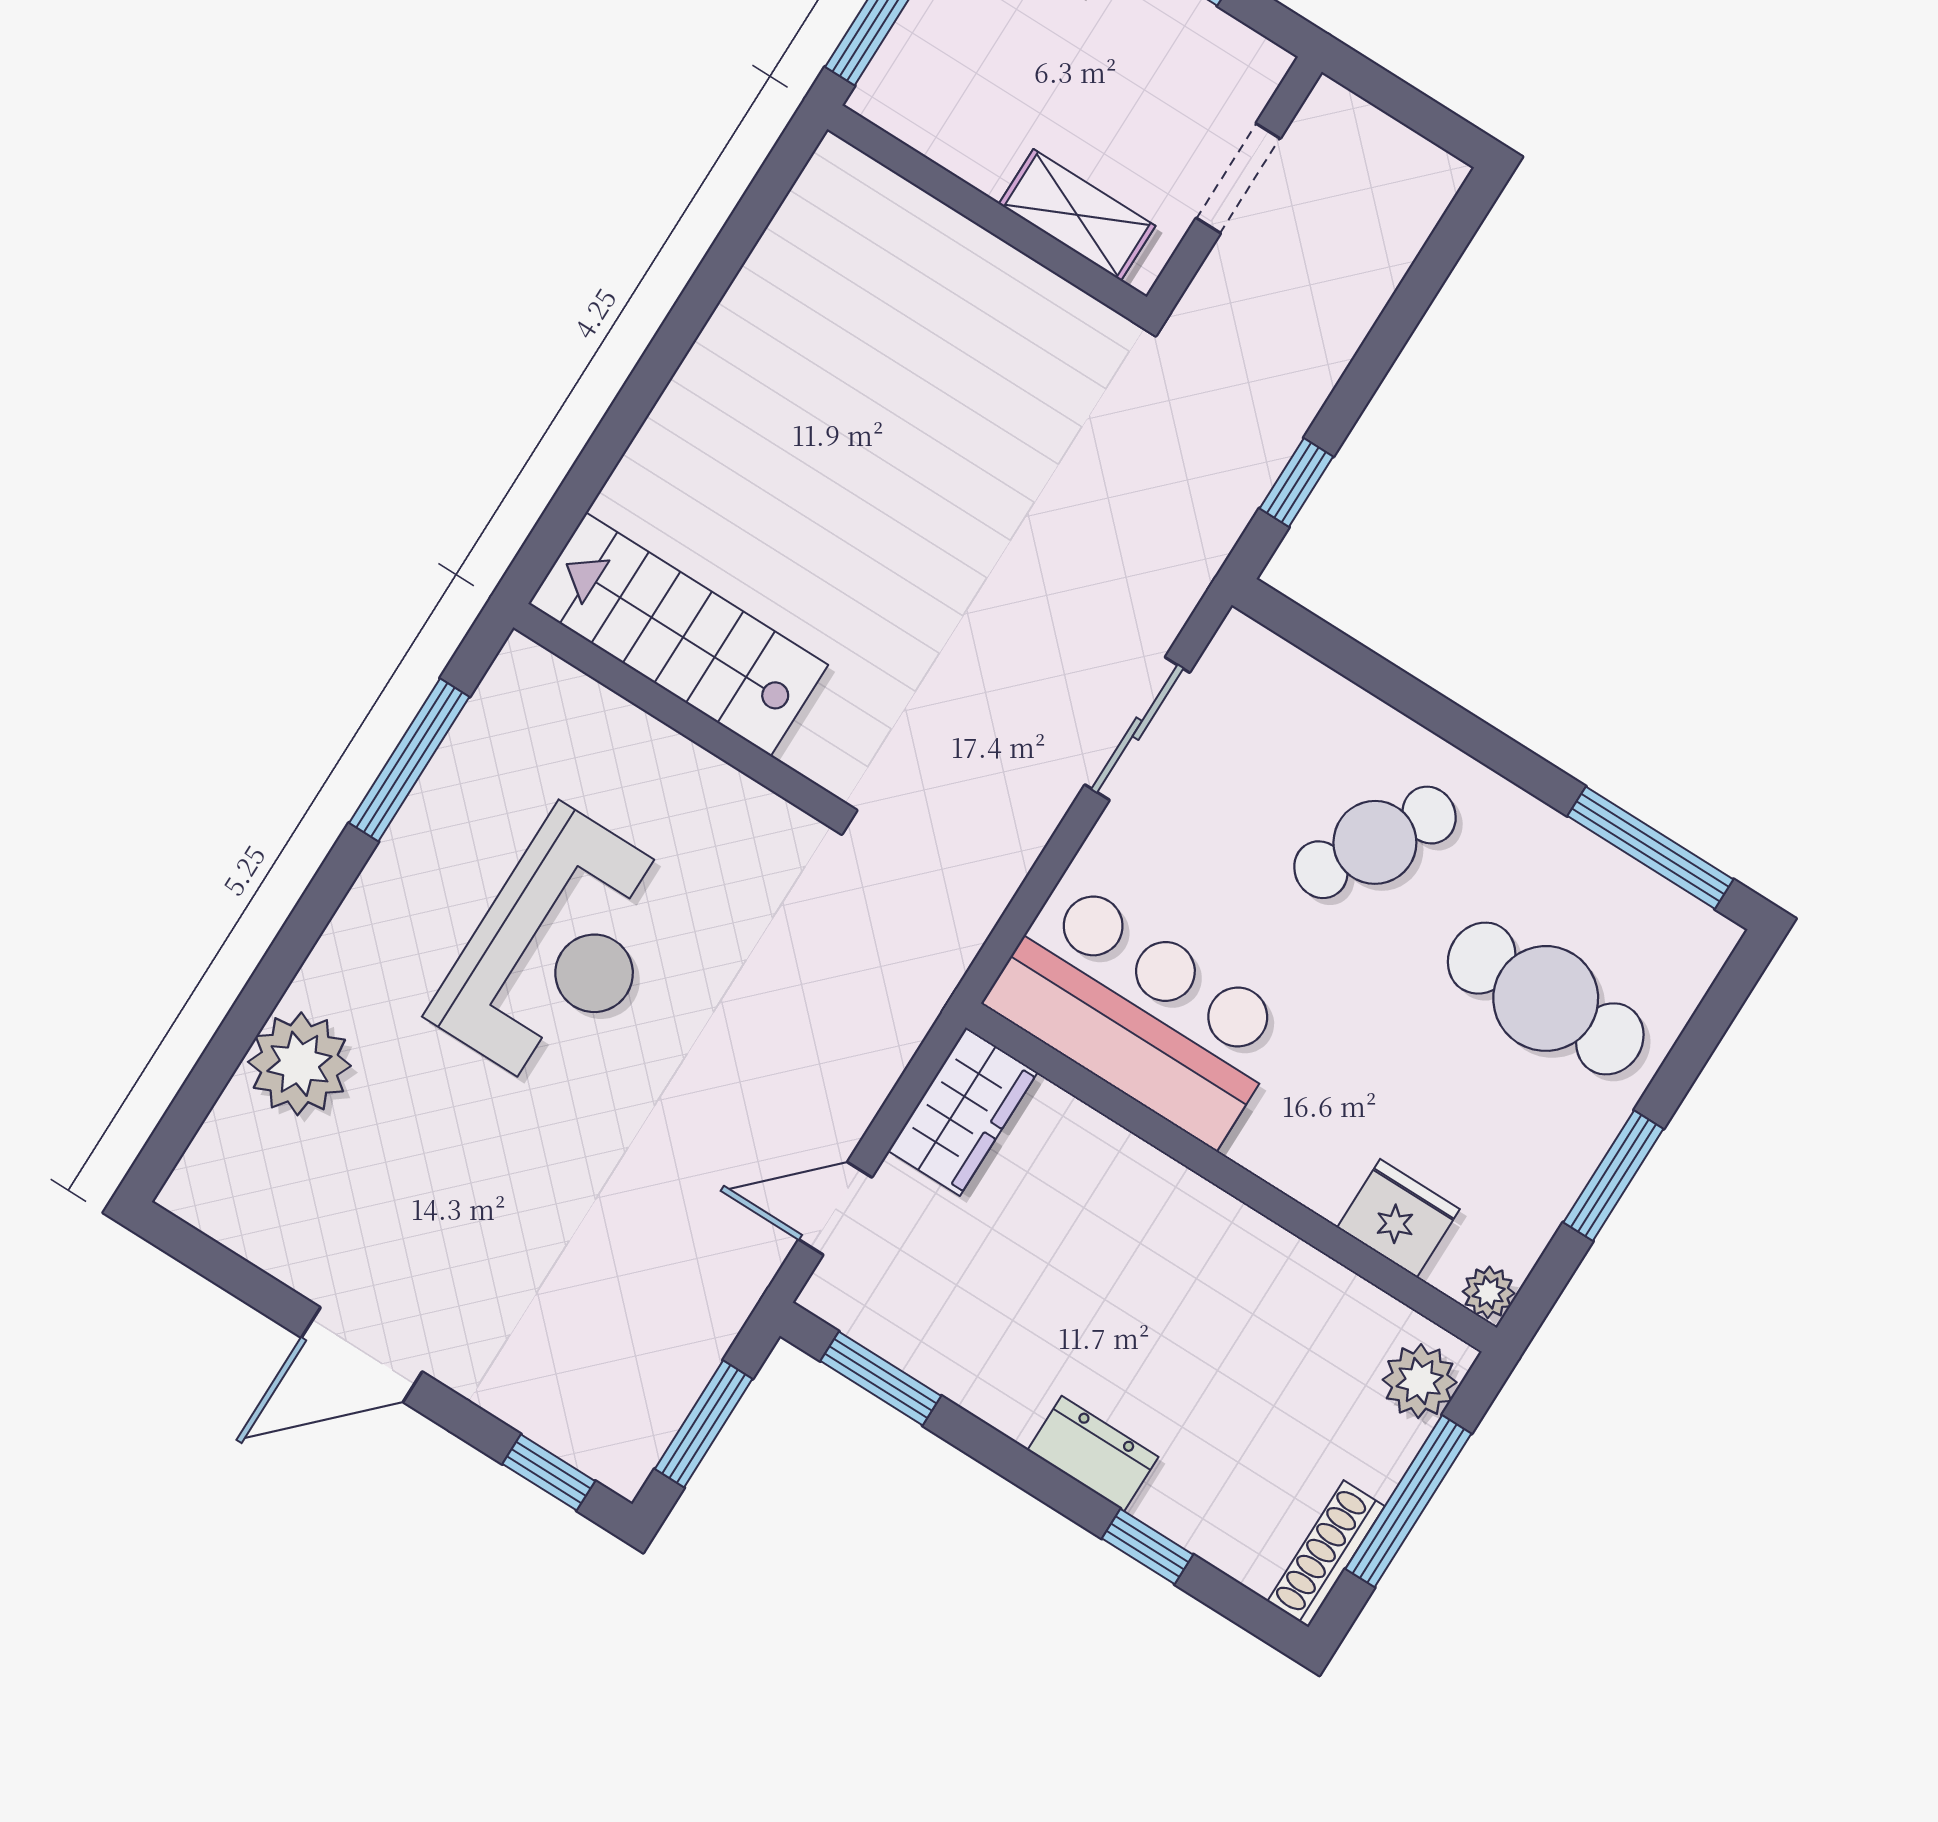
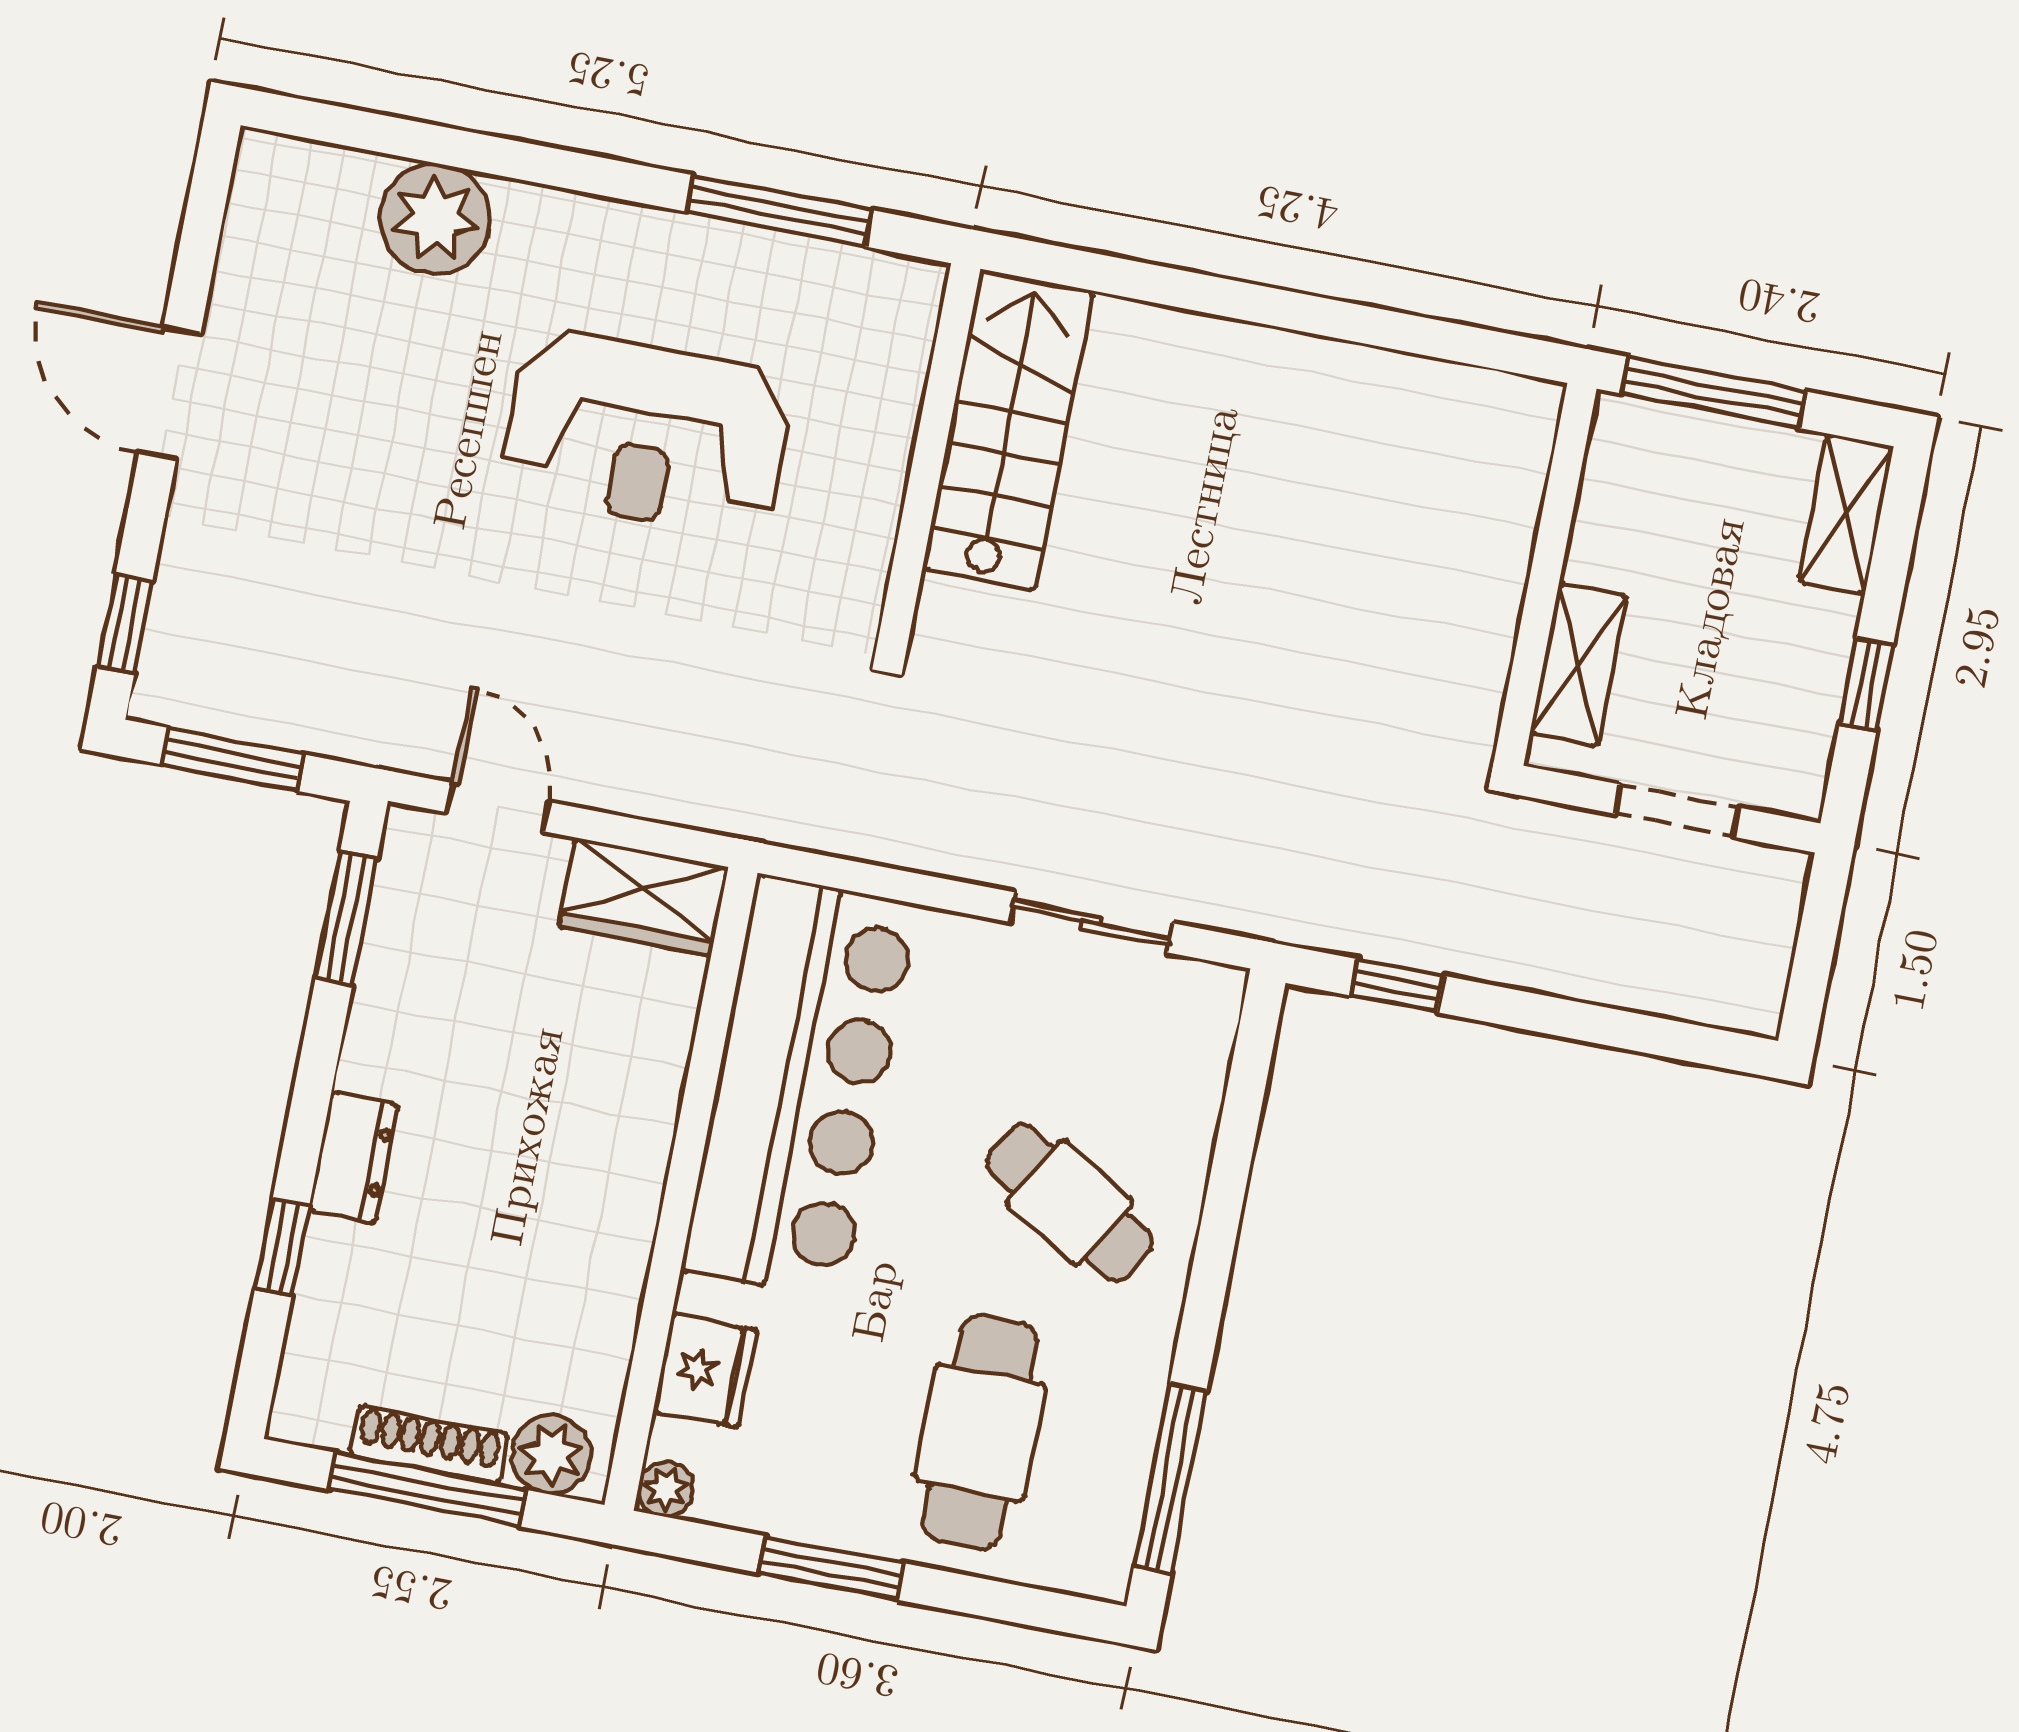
bar counter: (1140, 1012) -> (800, 1087), width x1.36
shoe rack: (1326, 1554) -> (429, 1445), moved

